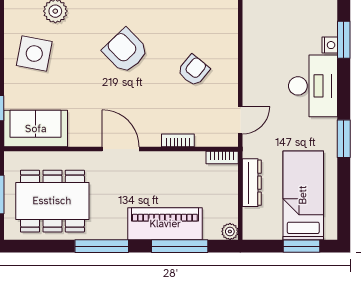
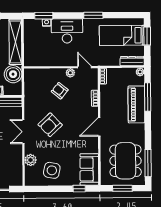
plant: (229, 92) -> (70, 73), added
dresser: (252, 183) -> (132, 61), moved
window: (102, 246) -> (148, 163), moved

